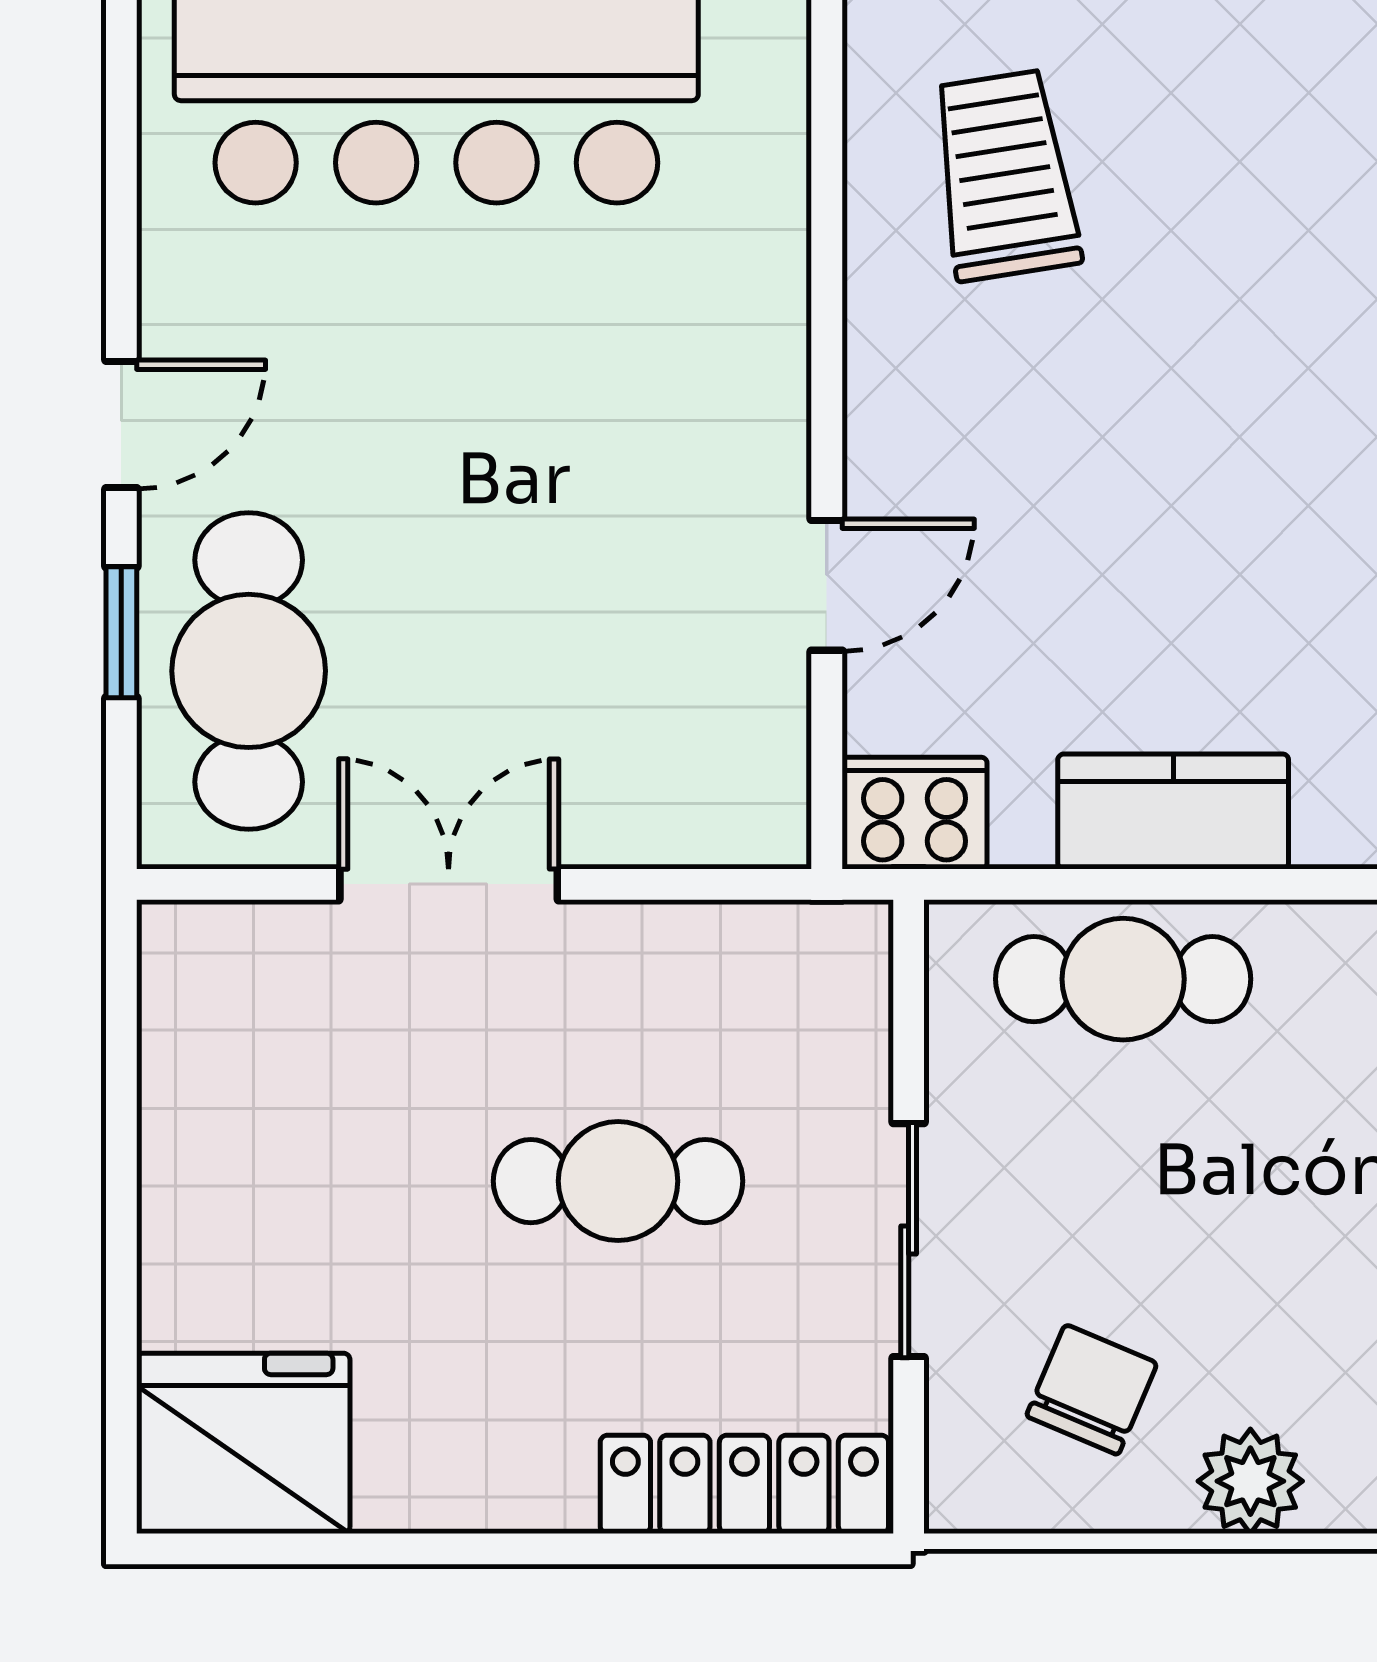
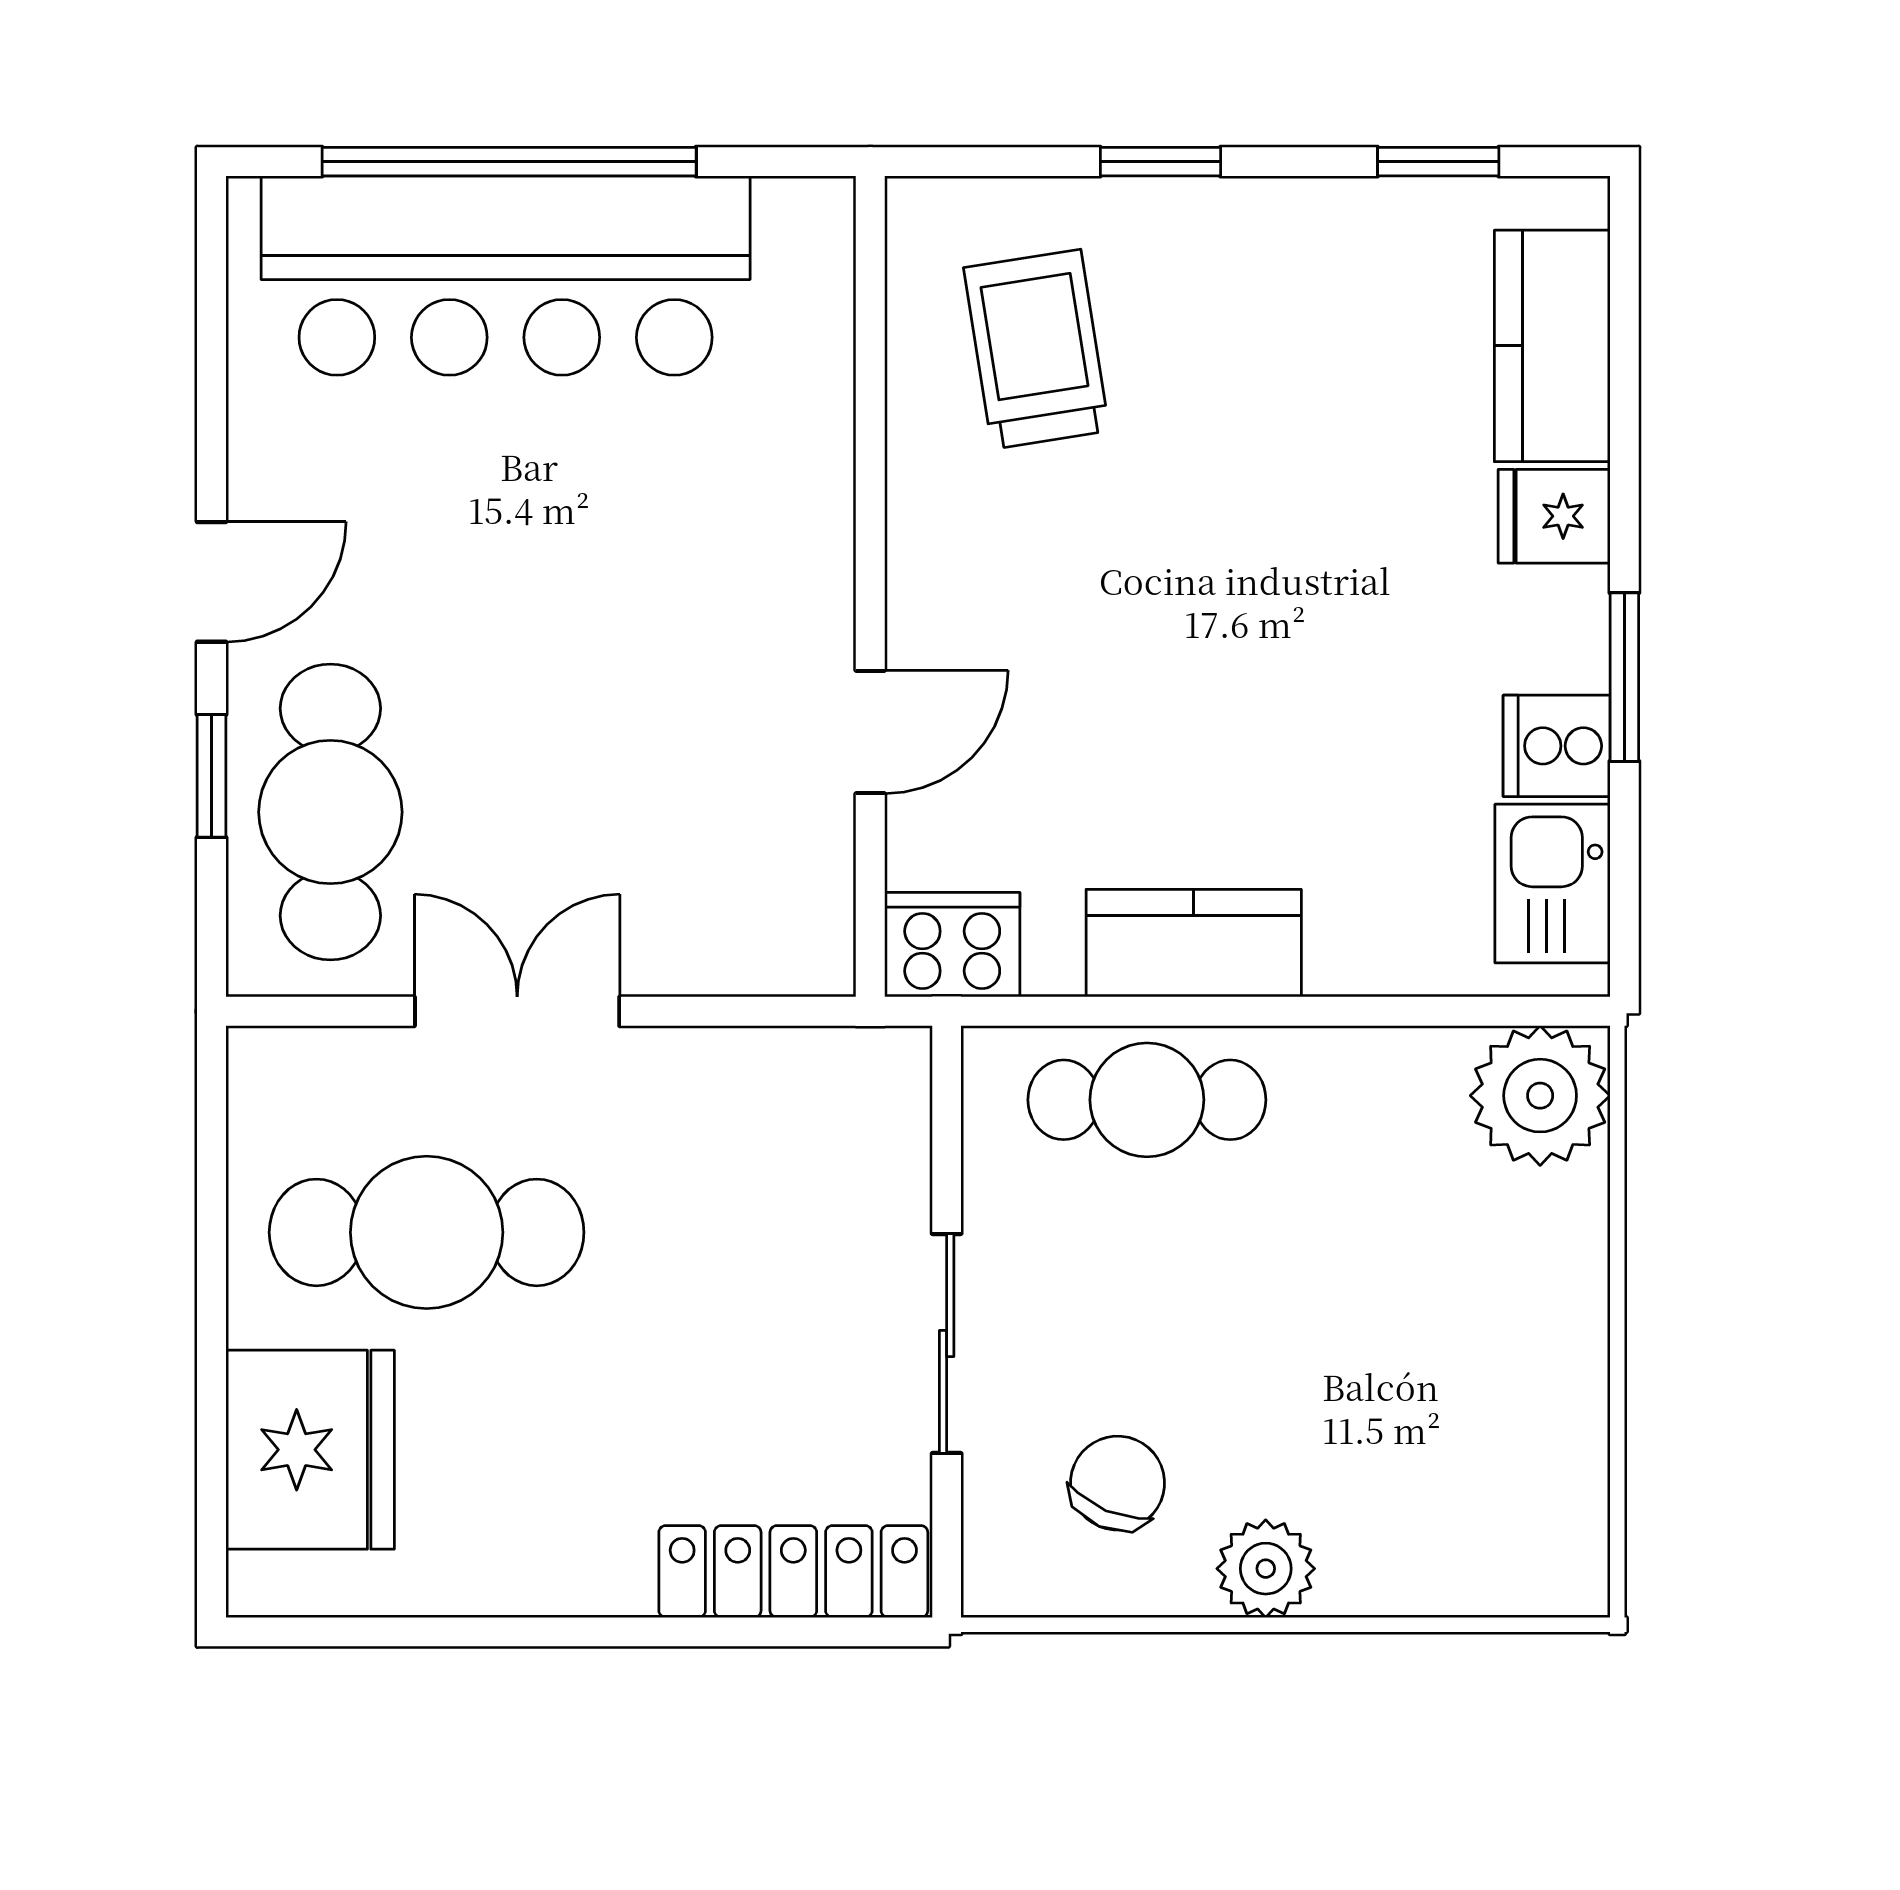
cafe table: (618, 1181) -> (427, 1232), moved, width x1.37, depth x1.35
fridge: (243, 1443) -> (310, 1450), moved, turned 90

